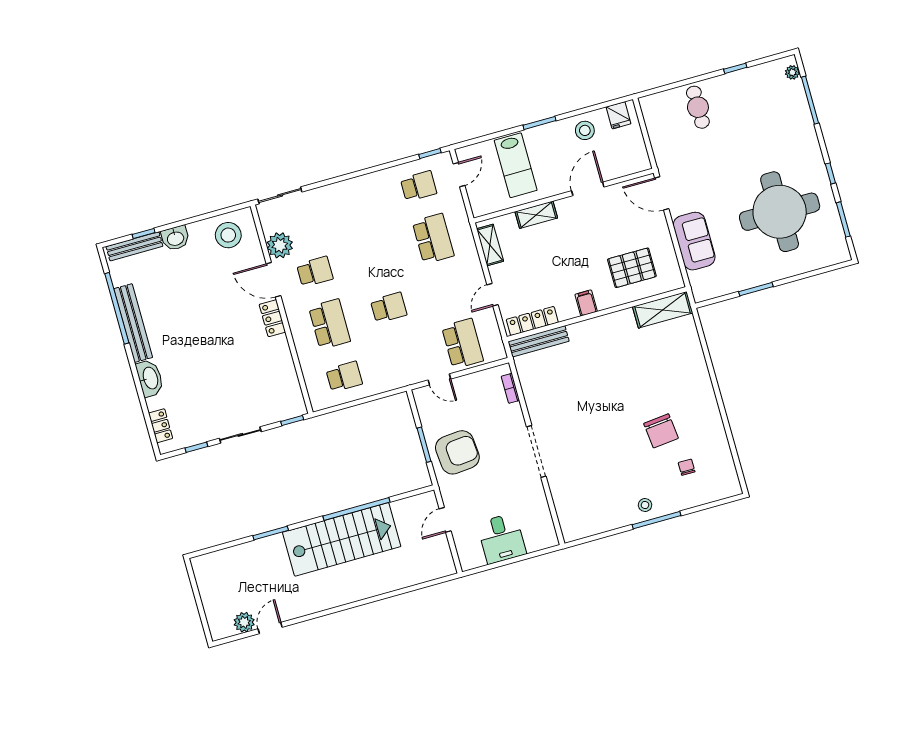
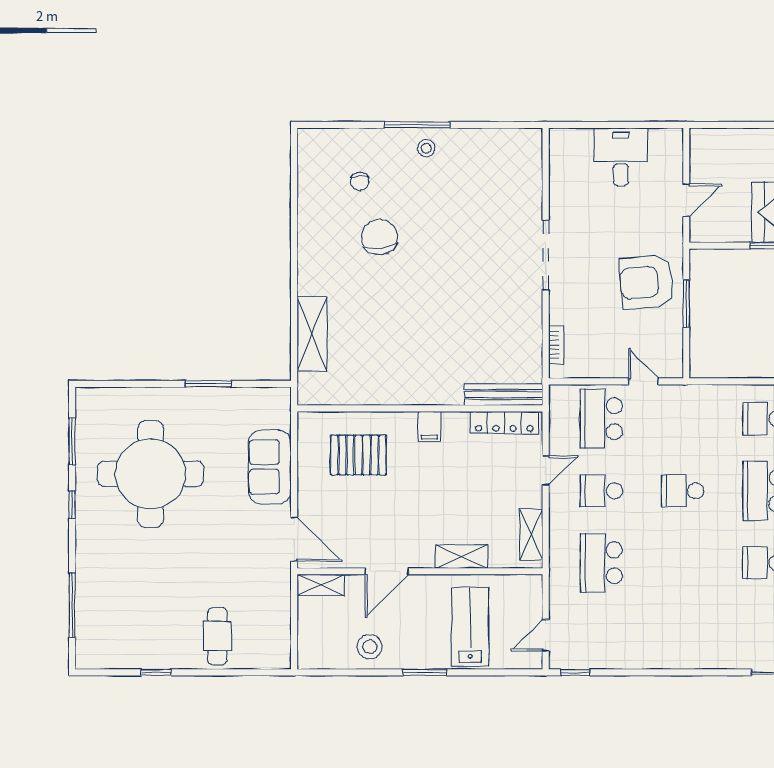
plant: (792, 72) -> (85, 647), removed
fridge: (618, 115) -> (321, 654), removed
shelving: (633, 166) -> (321, 585), added
school desk: (419, 186) -> (601, 491), moved
shelving: (663, 310) -> (312, 334), moved, turned 90

